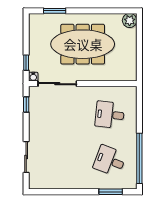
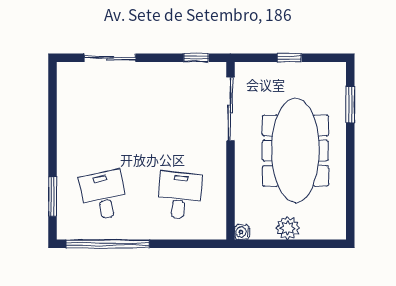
plant: (130, 20) -> (288, 228), moved
window: (26, 63) -> (289, 58), moved
water cooler: (33, 77) -> (242, 232), moved
desk: (110, 161) -> (104, 195), turned -33

